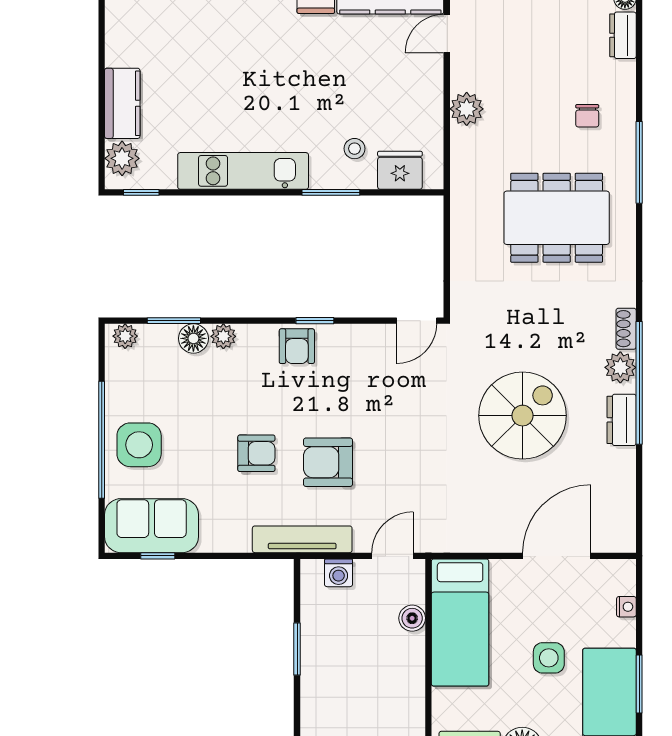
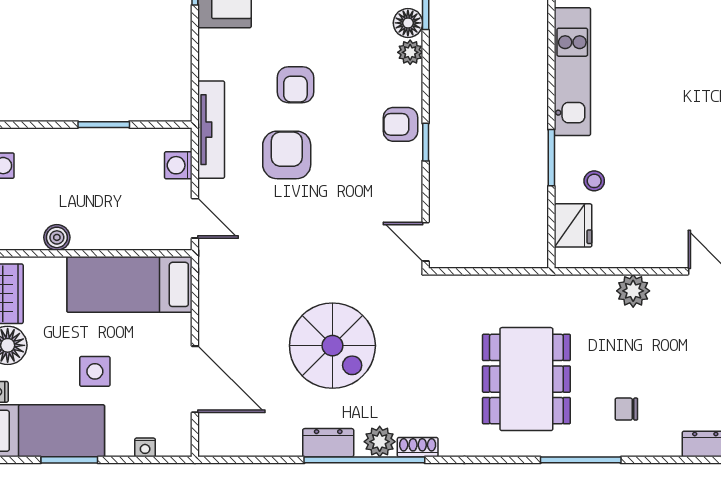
boiler: (412, 618) -> (57, 237), moved

